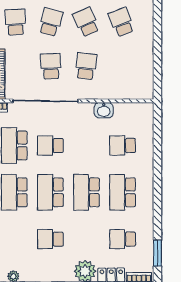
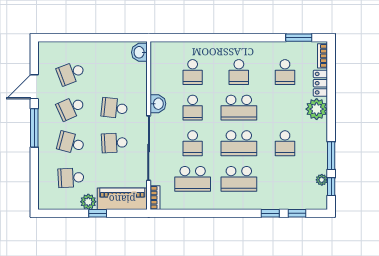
washbasin: (143, 92) -> (139, 52), added
washbasin: (104, 110) -> (158, 104), moved
school desk: (86, 145) -> (193, 108), added
school desk: (123, 192) -> (239, 72), width x0.54

